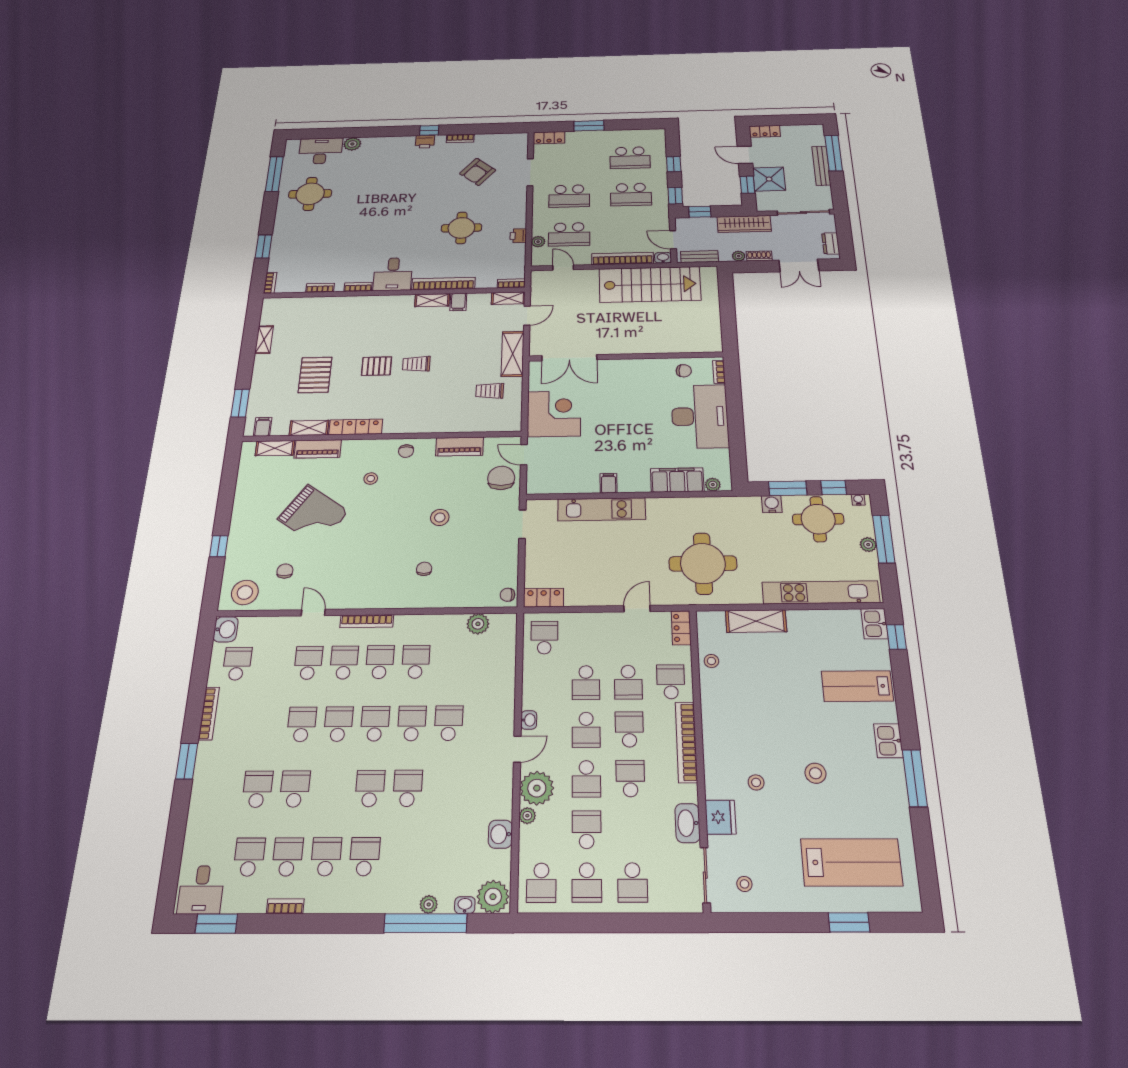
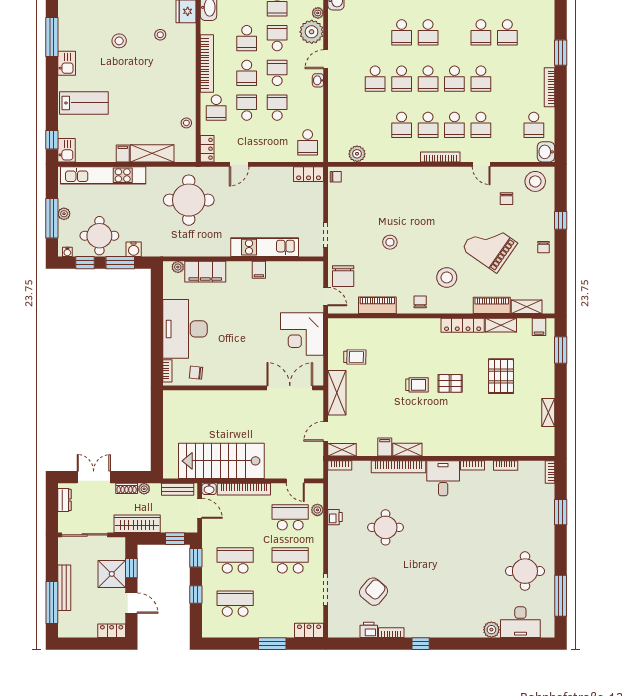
printer: (425, 142) -> (369, 630), moved
stool: (371, 479) -> (447, 277), width x1.89, depth x1.89
chair: (424, 569) -> (544, 247), moved
filing cabinet: (796, 620) -> (123, 153), added

